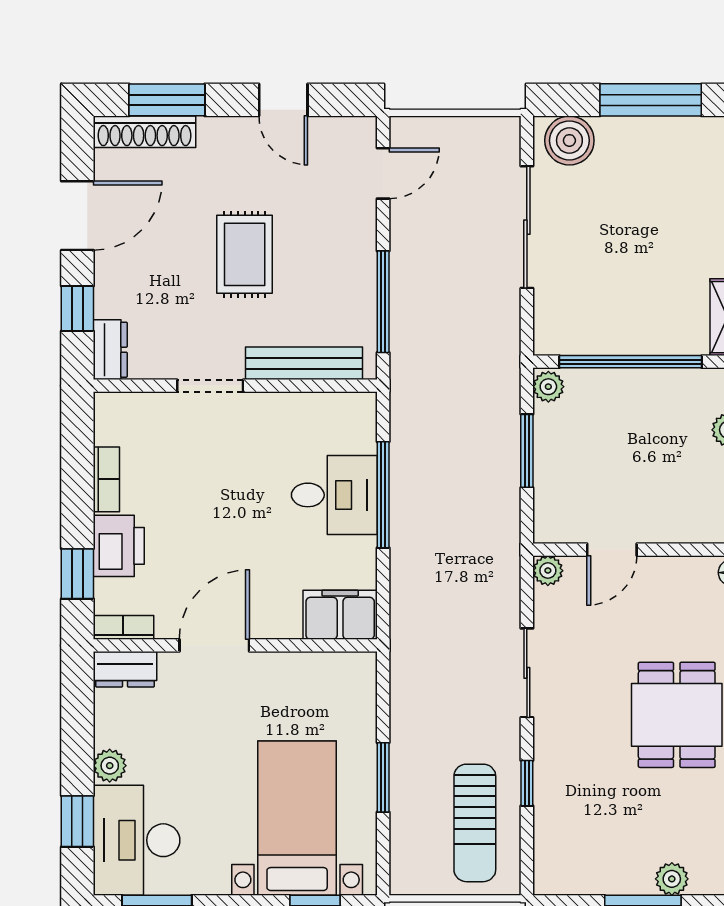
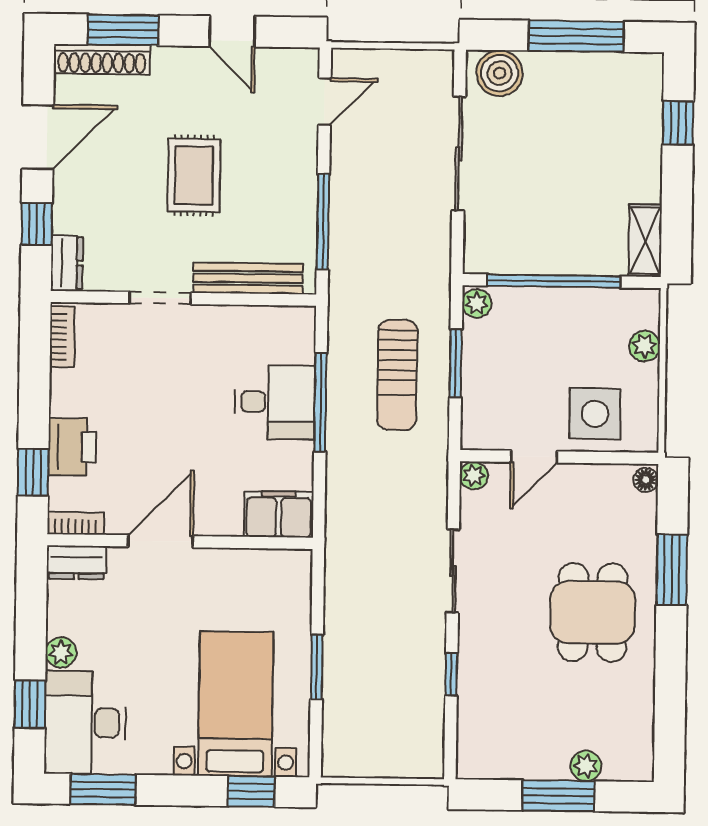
bookcase: (106, 479) -> (62, 337), moved
side table: (676, 503) -> (595, 414), added
sun lounger: (475, 823) -> (397, 375), moved

